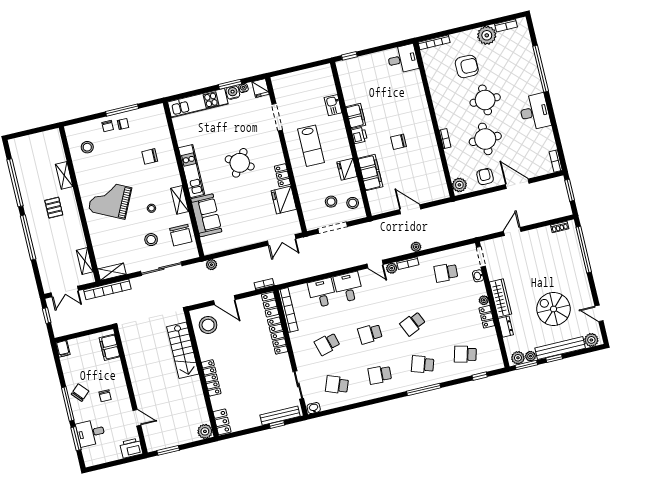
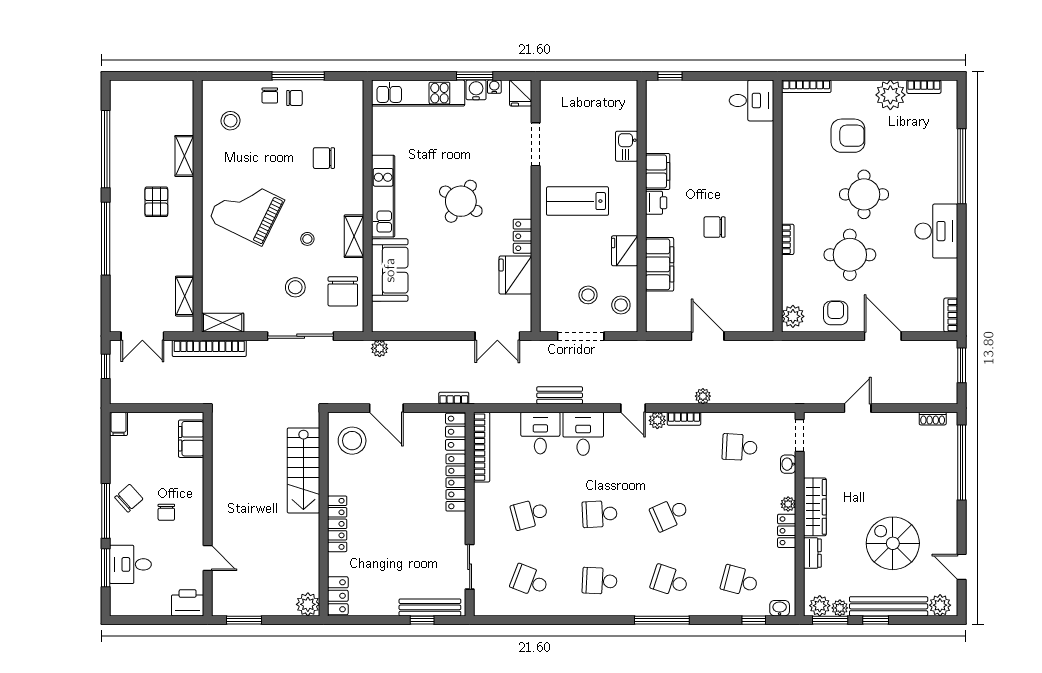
lab bench: (311, 146) -> (578, 201), turned 90
bench: (328, 267) -> (560, 395), added
washbasin: (314, 408) -> (780, 608), moved

